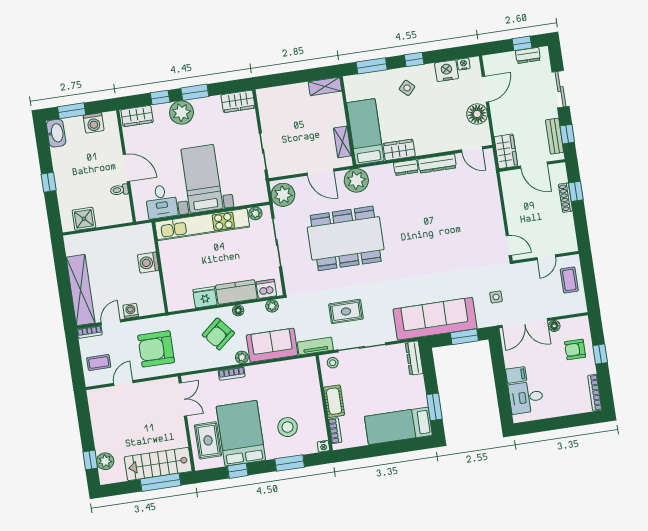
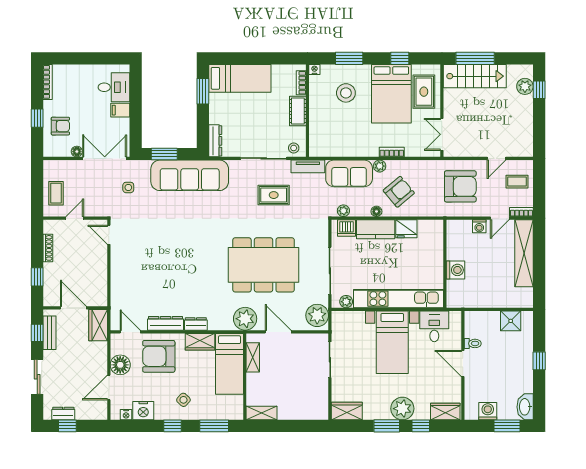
armchair: (439, 129) -> (159, 356), added
shoe rack: (565, 198) -> (48, 248), moved

